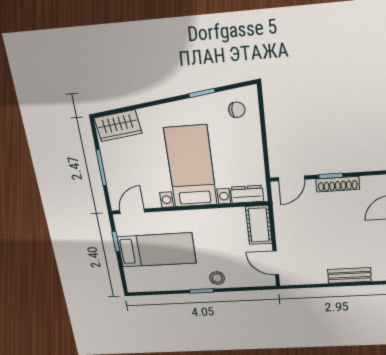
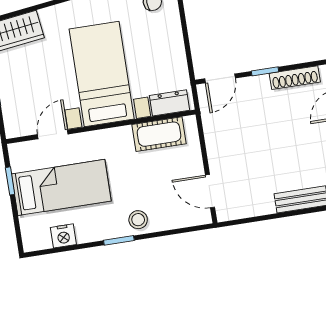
shoe rack: (338, 184) -> (295, 78), moved
door: (132, 211) -> (53, 134), moved
cot: (259, 225) -> (159, 134), moved, turned 90
nightstand: (158, 284) -> (63, 236), added

